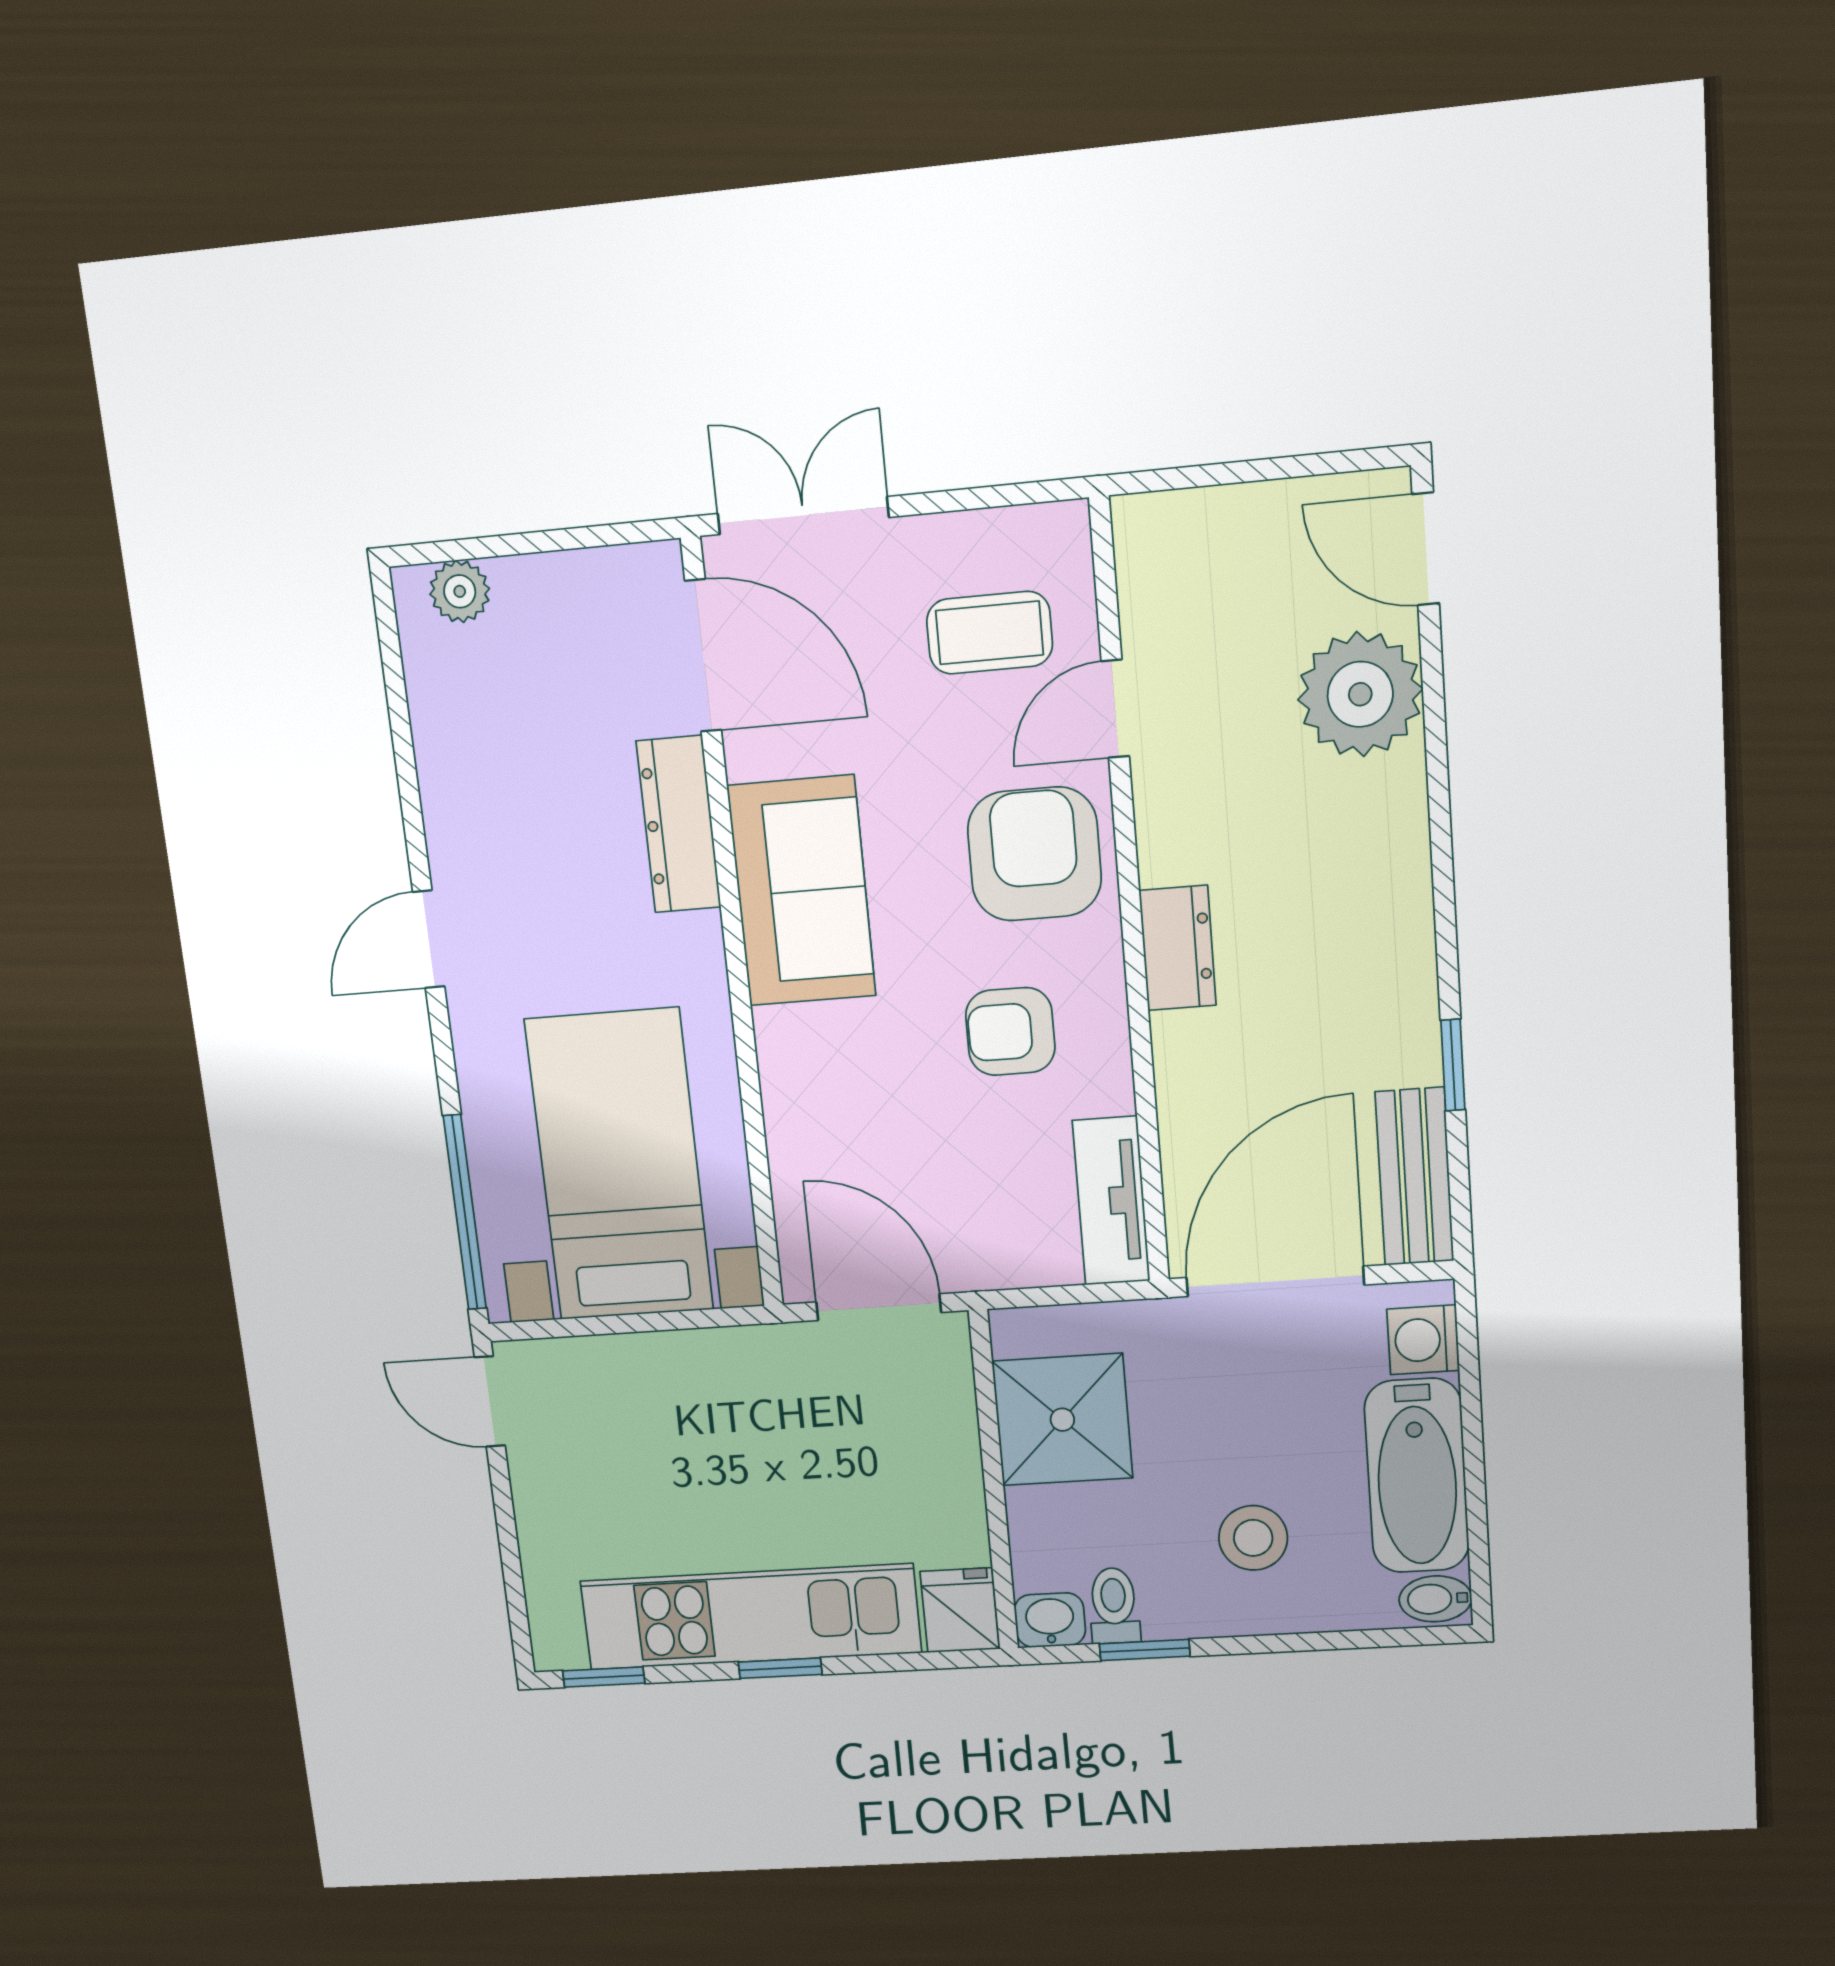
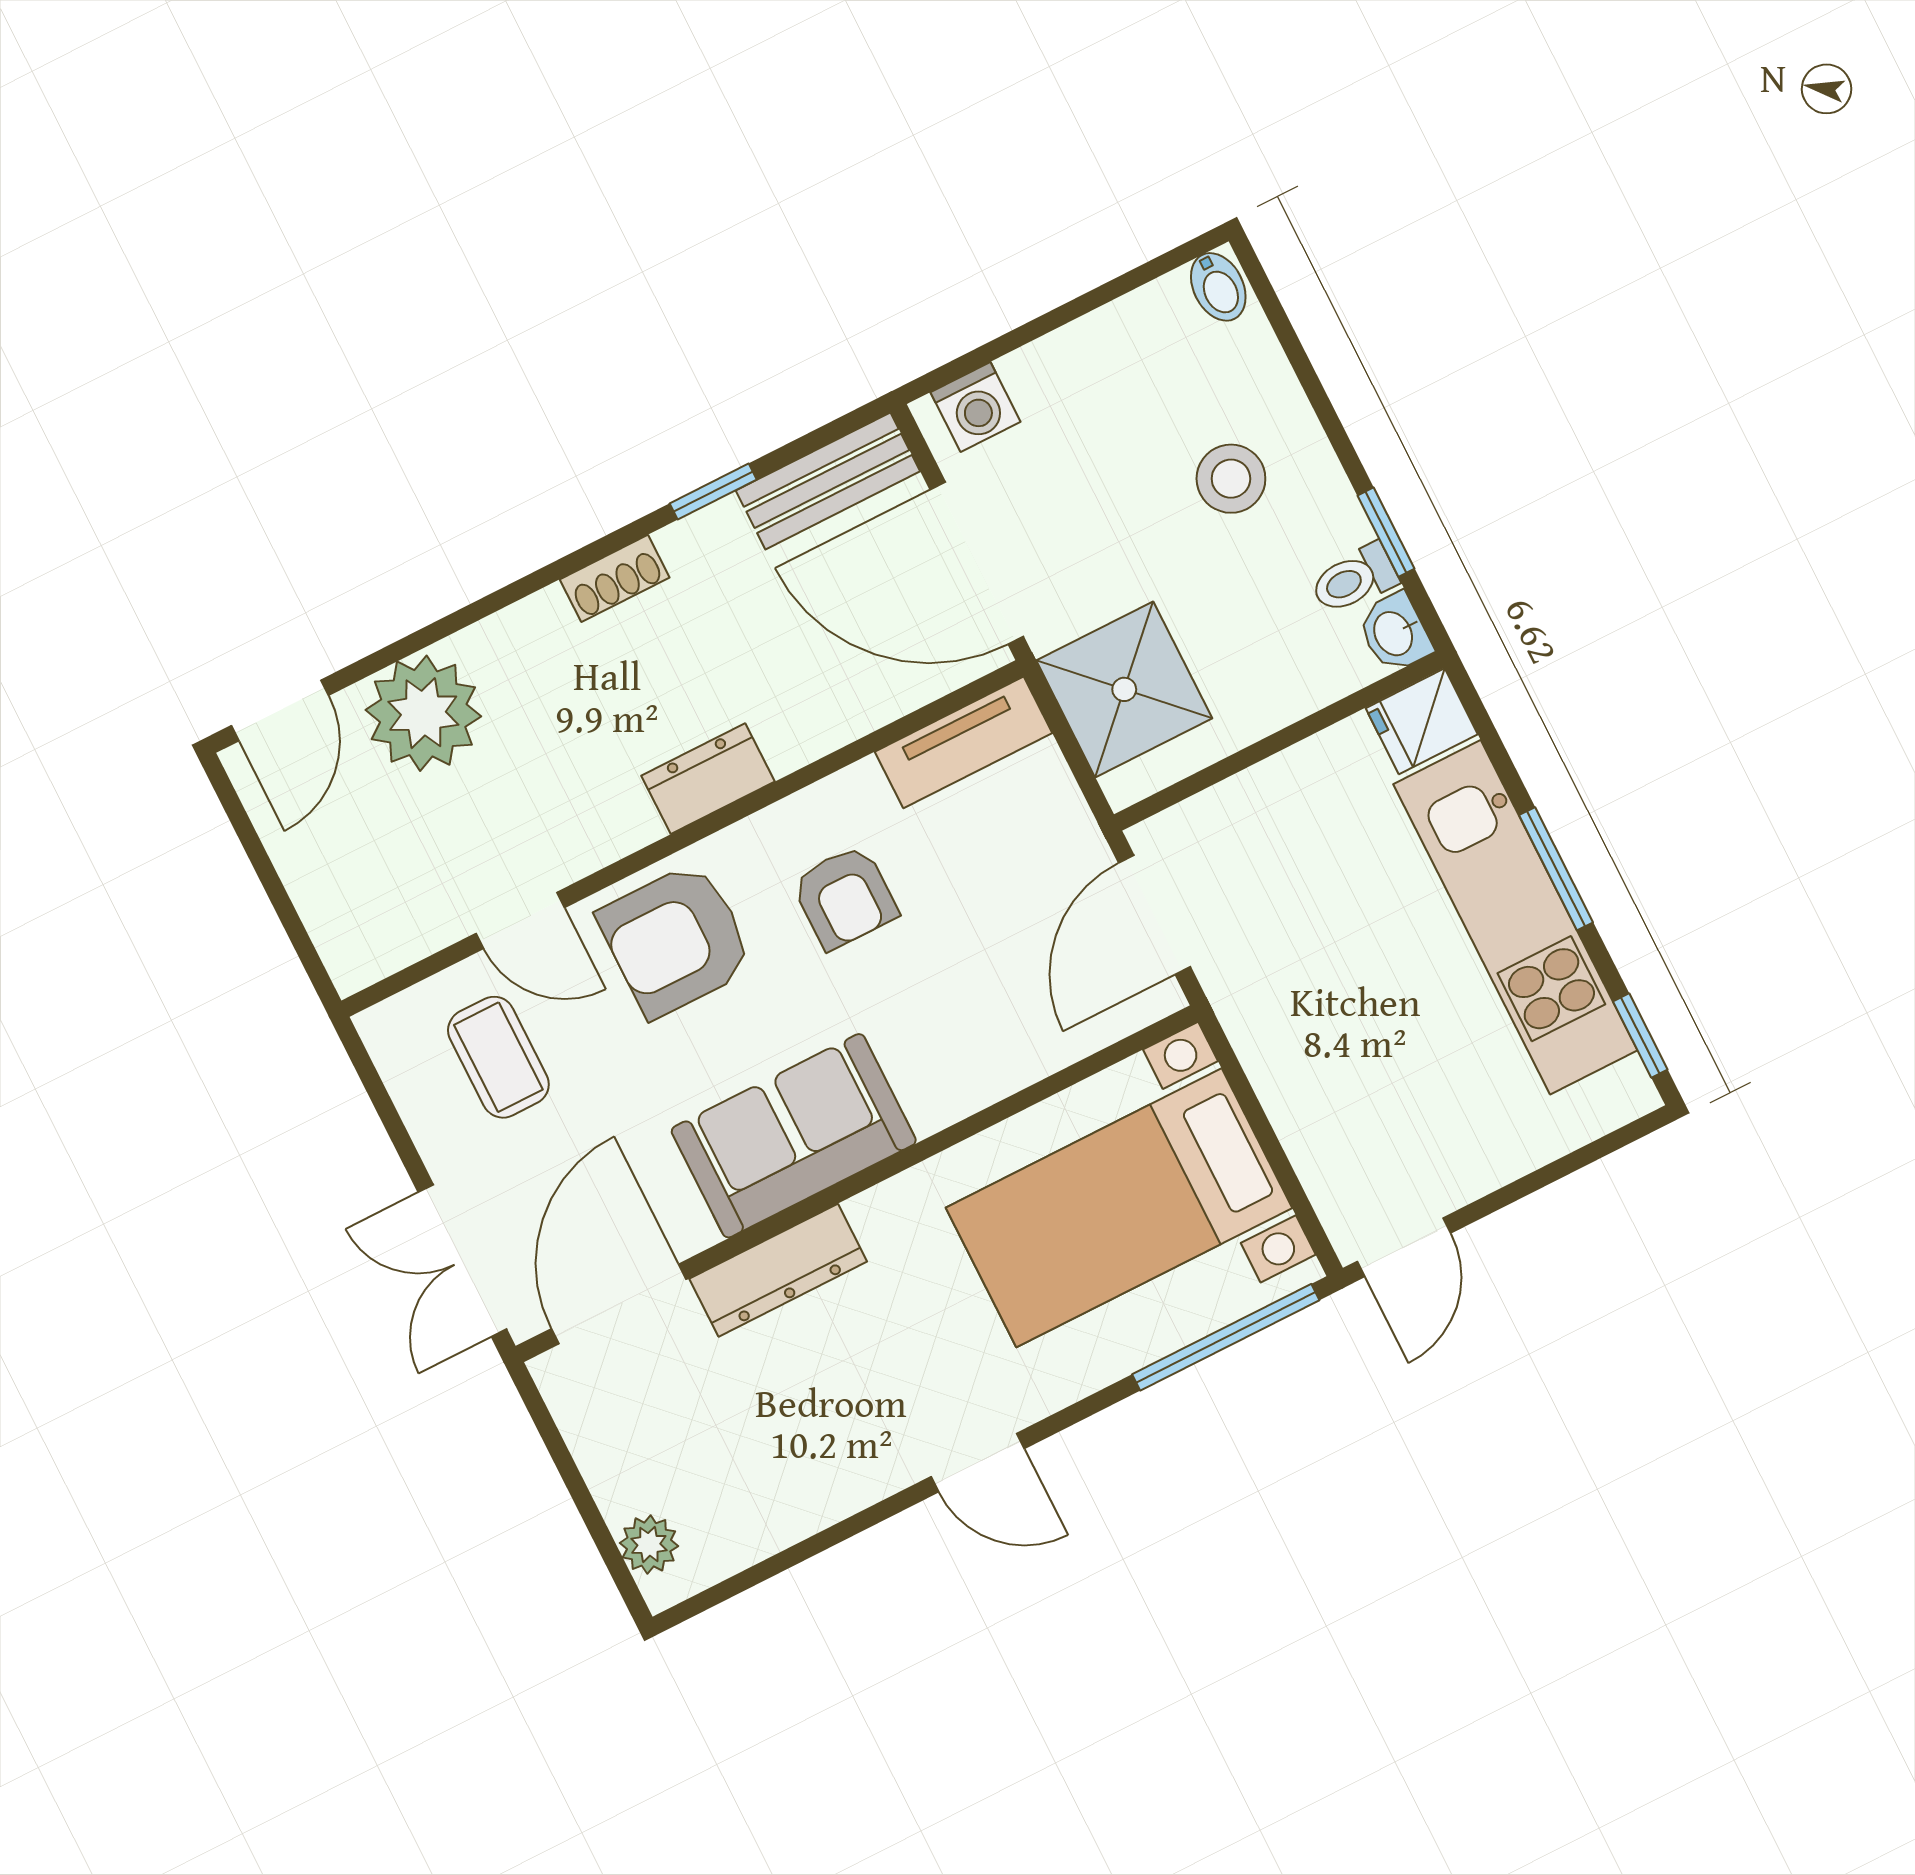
shoe rack: (1411, 937) -> (615, 578), added
shower: (1062, 1420) -> (1124, 689), moved
bathtub: (1417, 1476) -> (1107, 356), removed
window: (780, 1668) -> (1556, 869), width x1.50

